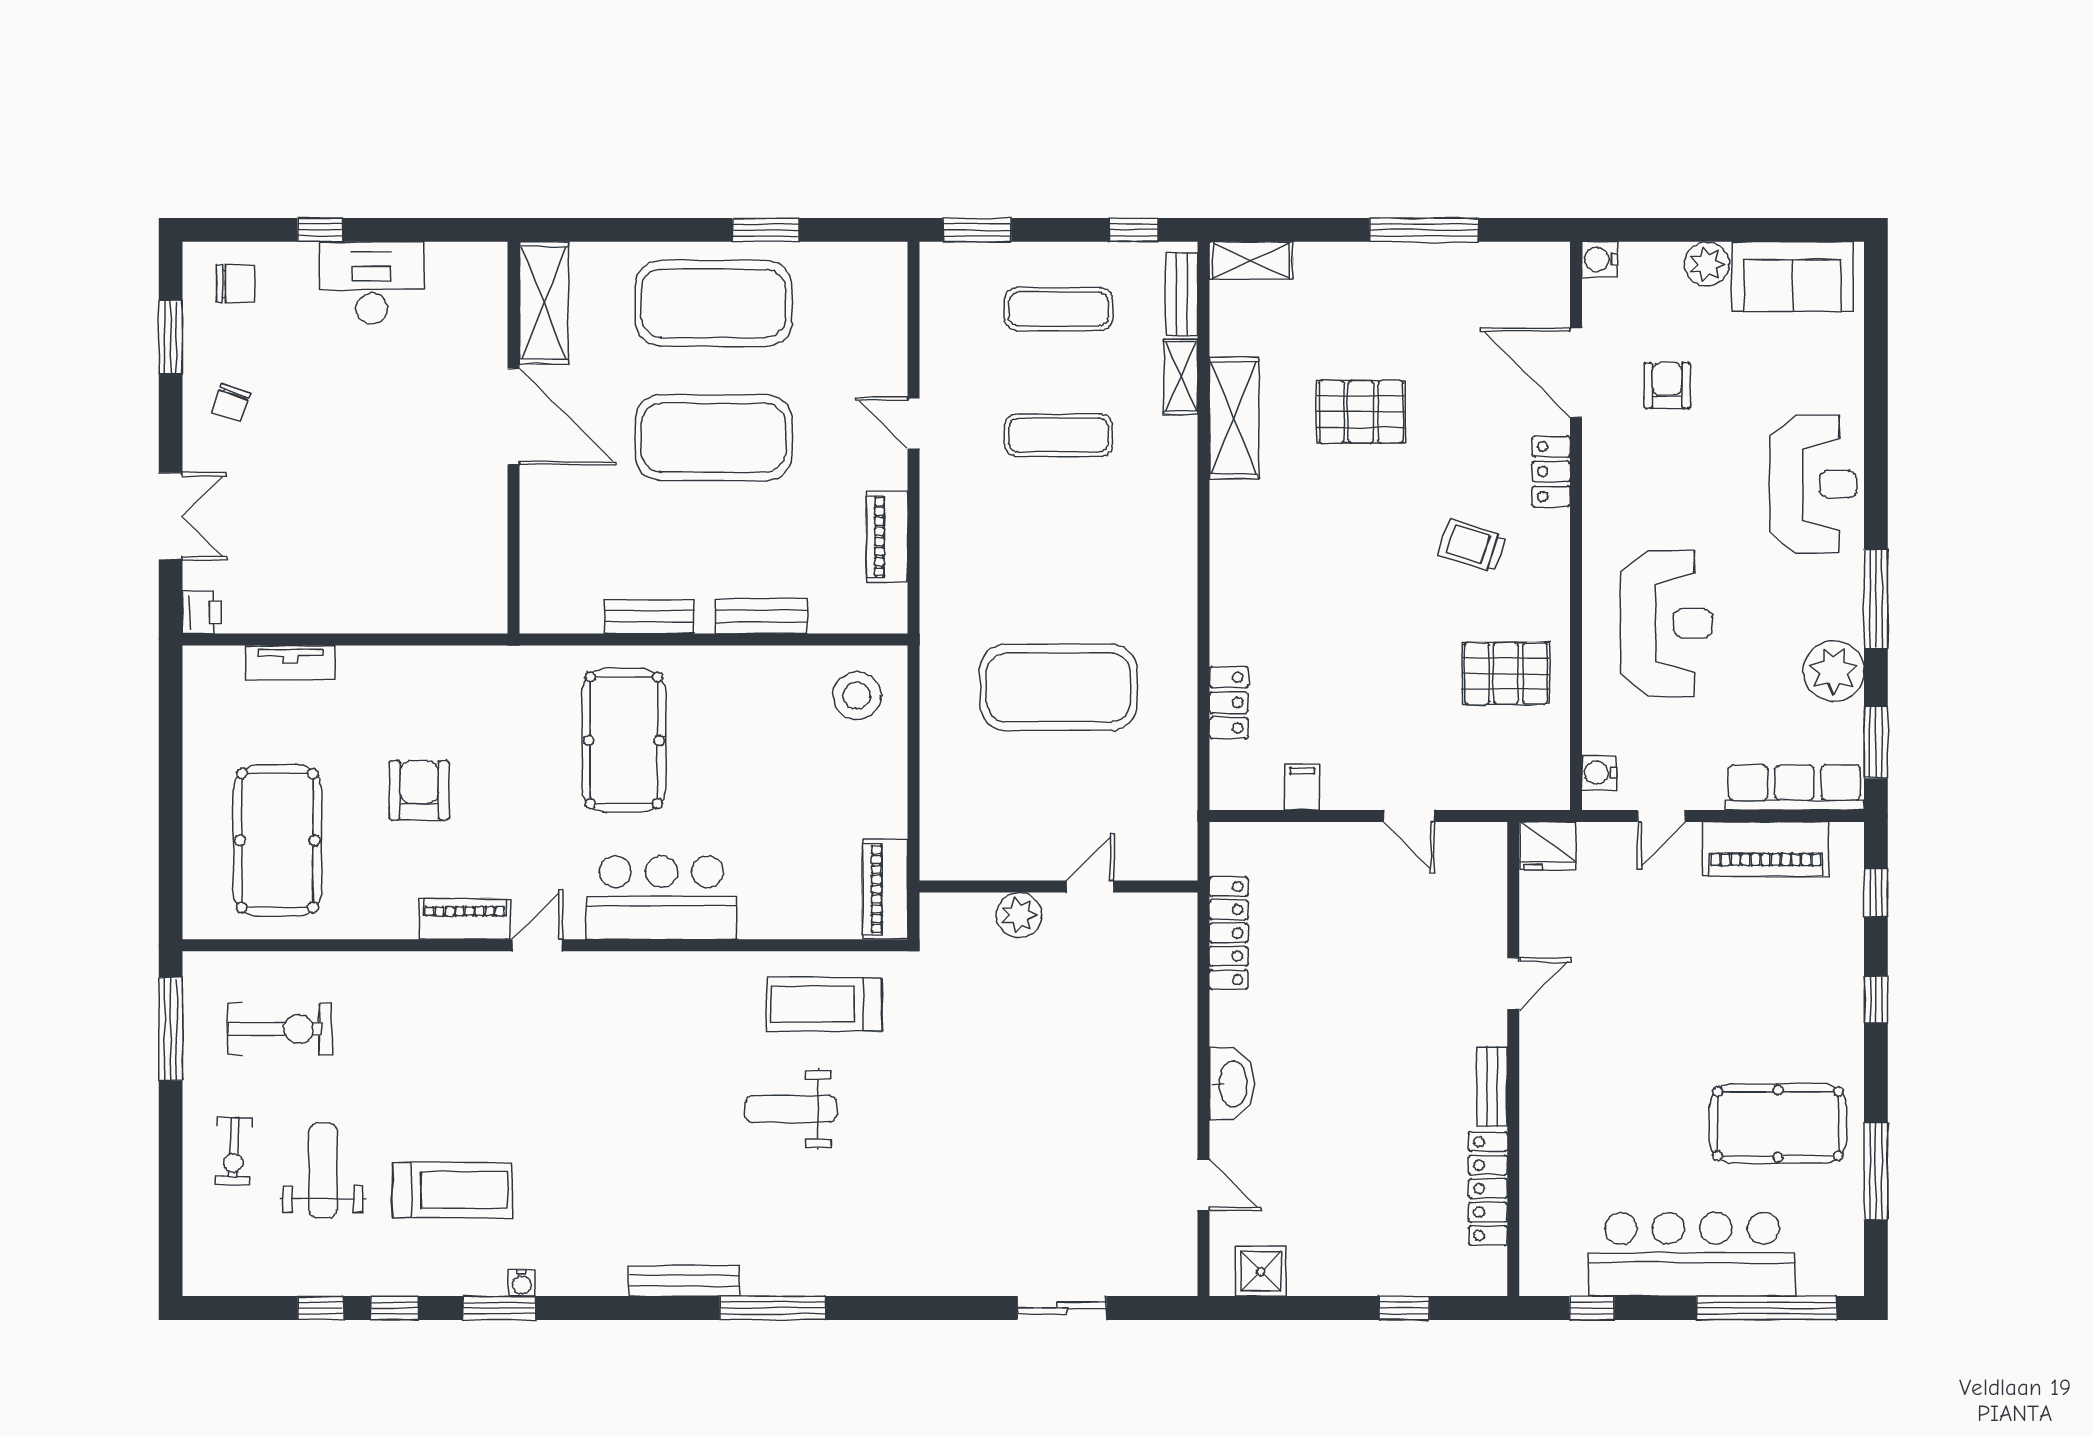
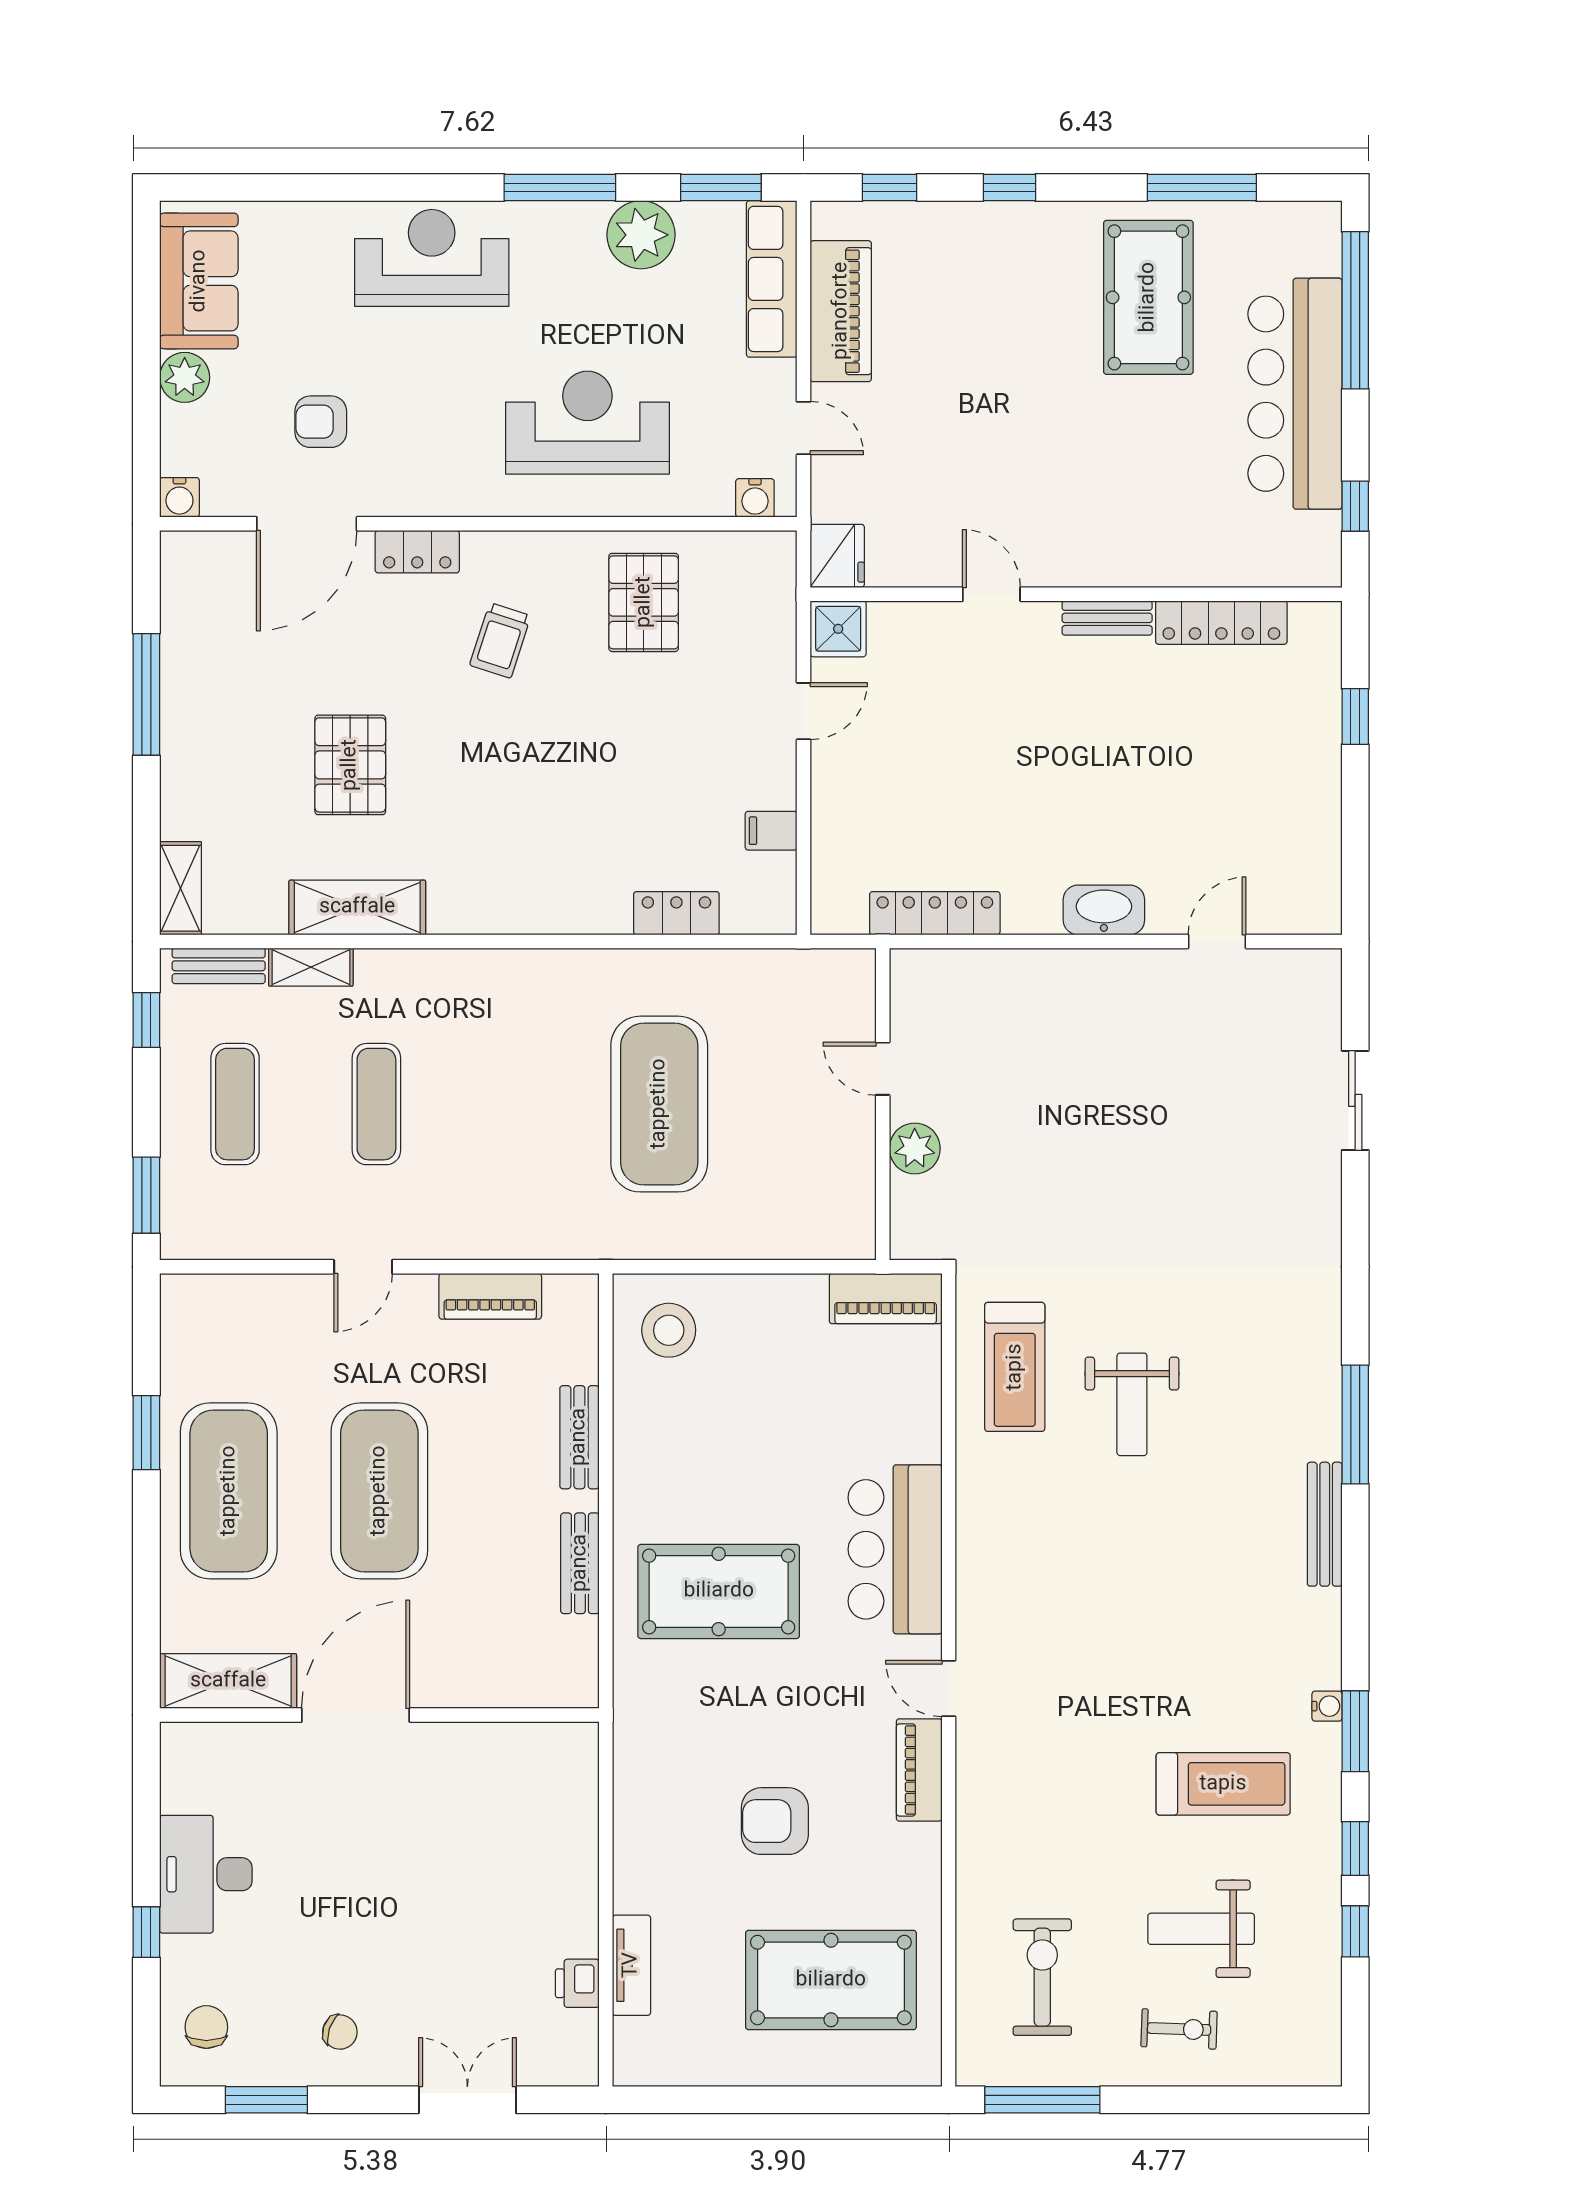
printer: (202, 612) -> (577, 1983), moved, turned -90
treadmill: (452, 1190) -> (1223, 1784), turned 90
shower: (1261, 1271) -> (838, 629), moved

